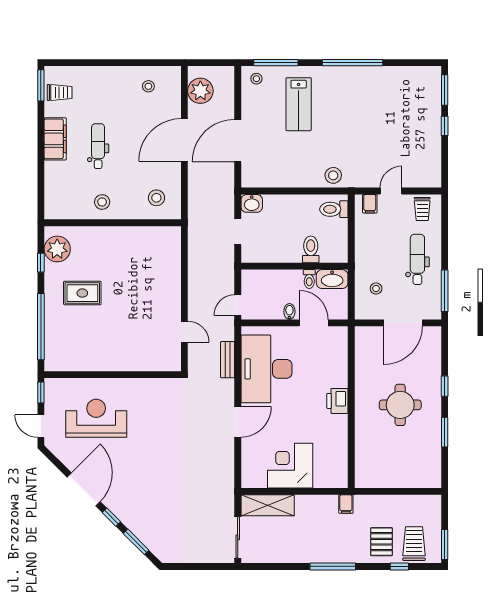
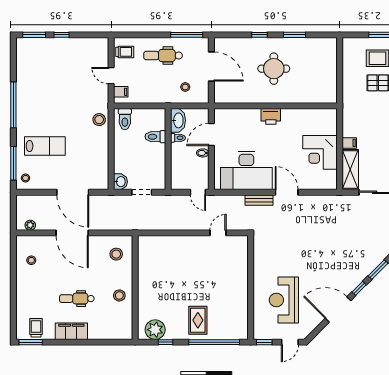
plant: (200, 91) -> (30, 225), width x0.53, depth x0.53
rug: (82, 293) -> (198, 320), moved
bench: (227, 360) -> (259, 200), moved
filing cabinet: (346, 504) -> (349, 143), moved

